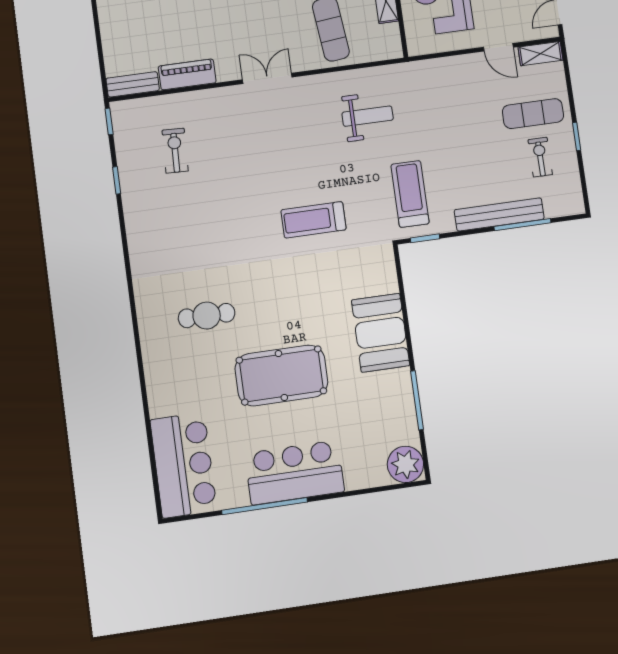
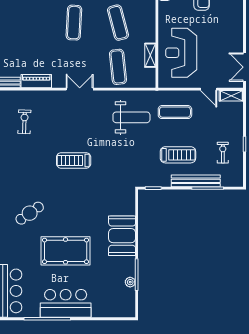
exercise mat: (533, 114) -> (175, 112), moved
weight bench: (368, 116) -> (131, 117), width x1.36, depth x1.33
treadmill: (410, 194) -> (178, 155), moved, turned 90
treadmill: (313, 220) -> (74, 160), moved
cafe table: (207, 316) -> (30, 213), turned -35
plant: (405, 464) -> (130, 282), moved, width x0.53, depth x0.53

